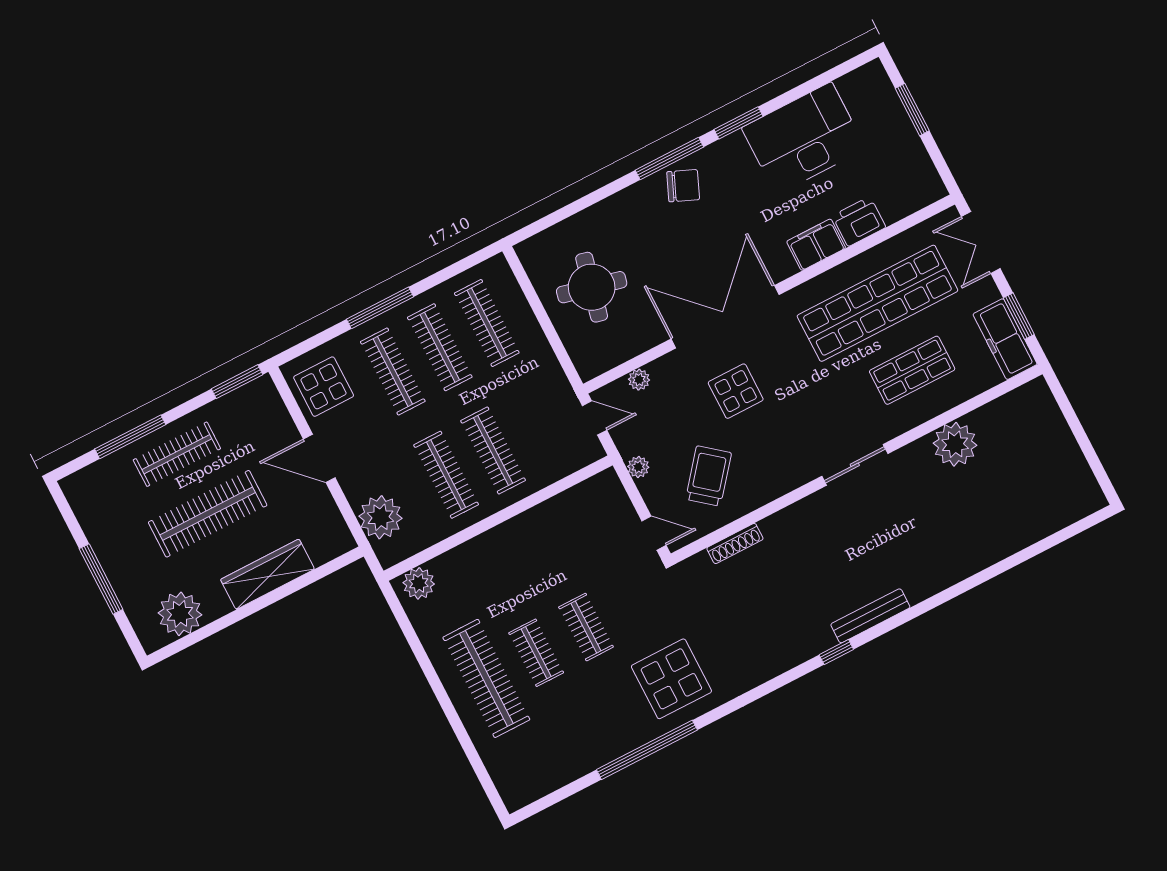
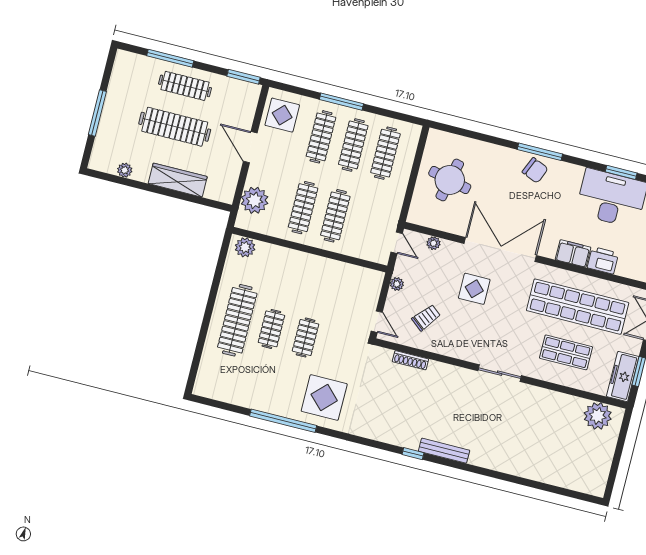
window: (739, 123) -> (621, 172), moved
plant: (955, 444) -> (598, 416), moved
trolley: (709, 476) -> (426, 318), width x0.73, depth x0.72
plant: (180, 614) -> (125, 170), width x0.53, depth x0.53

